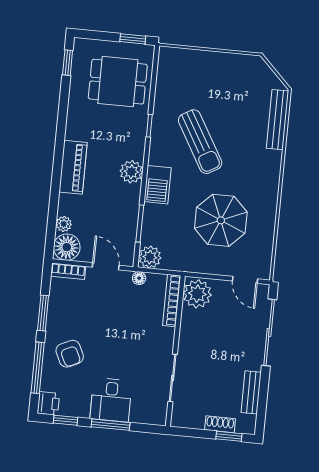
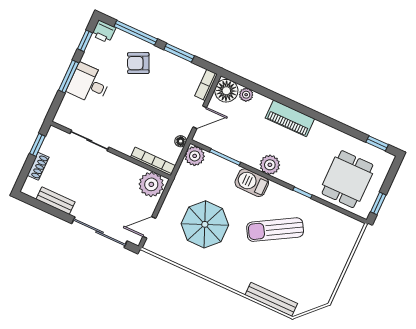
window: (229, 436) -> (37, 145), moved

